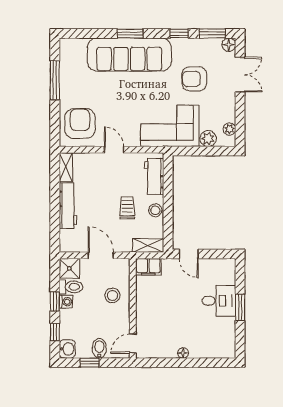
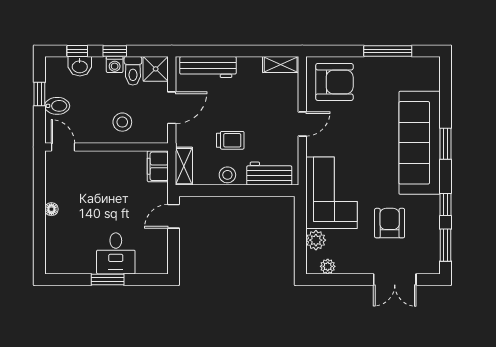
floor lamp: (229, 45) -> (432, 266), removed
workbench: (68, 206) -> (208, 67), moved
washbasin: (67, 349) -> (80, 66), moved

